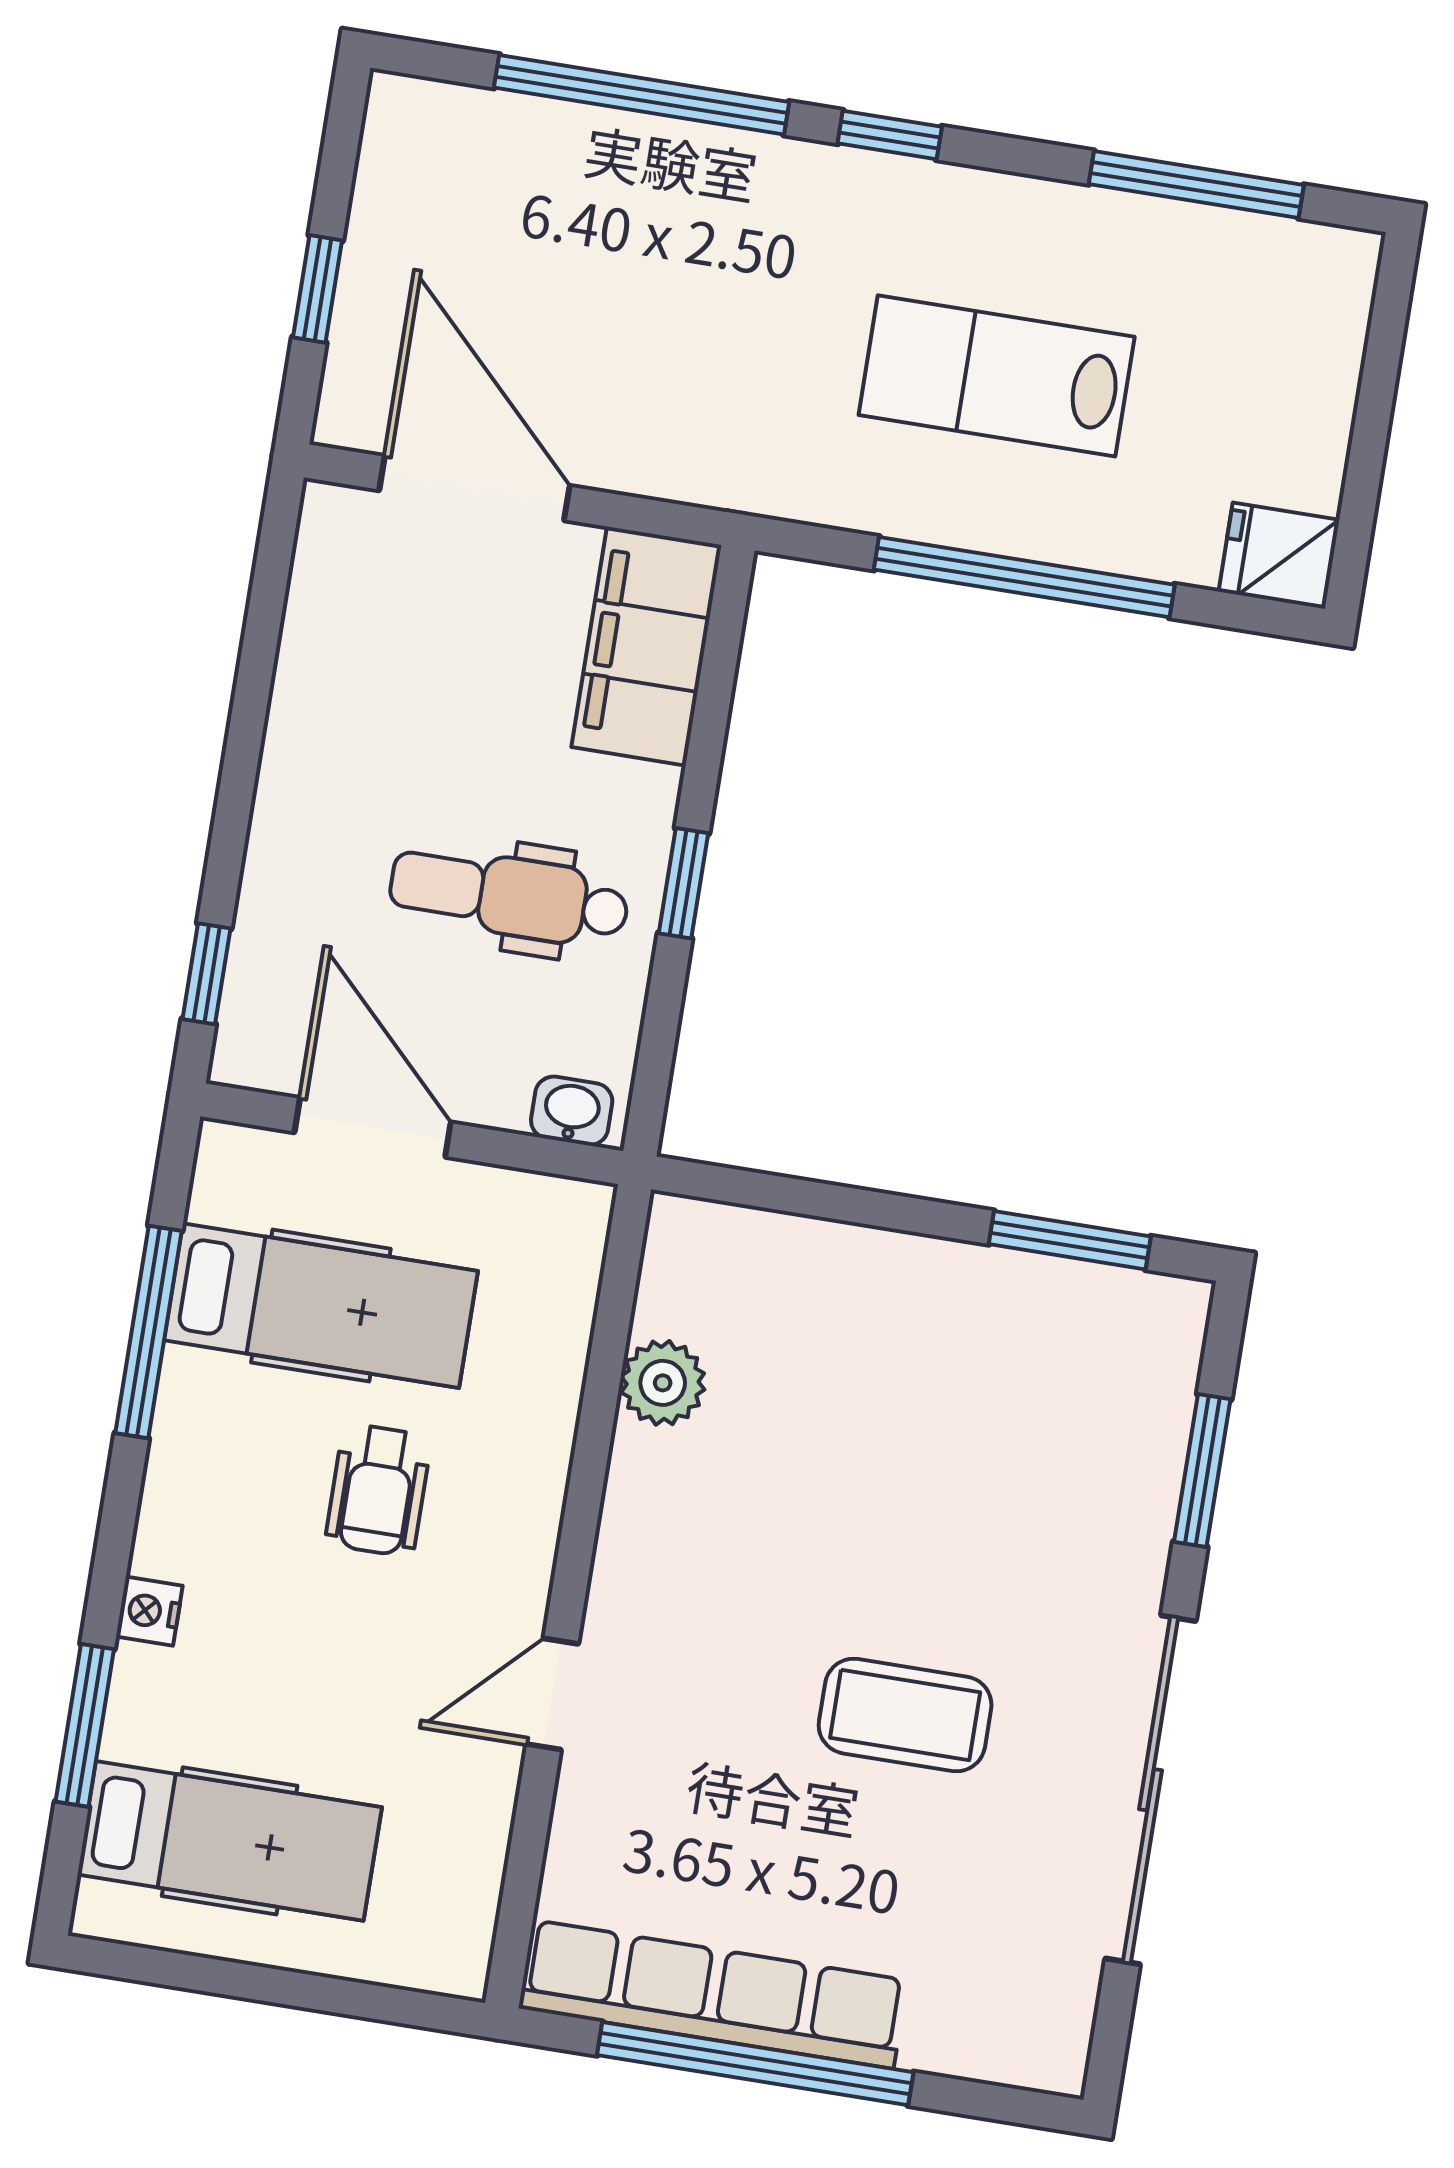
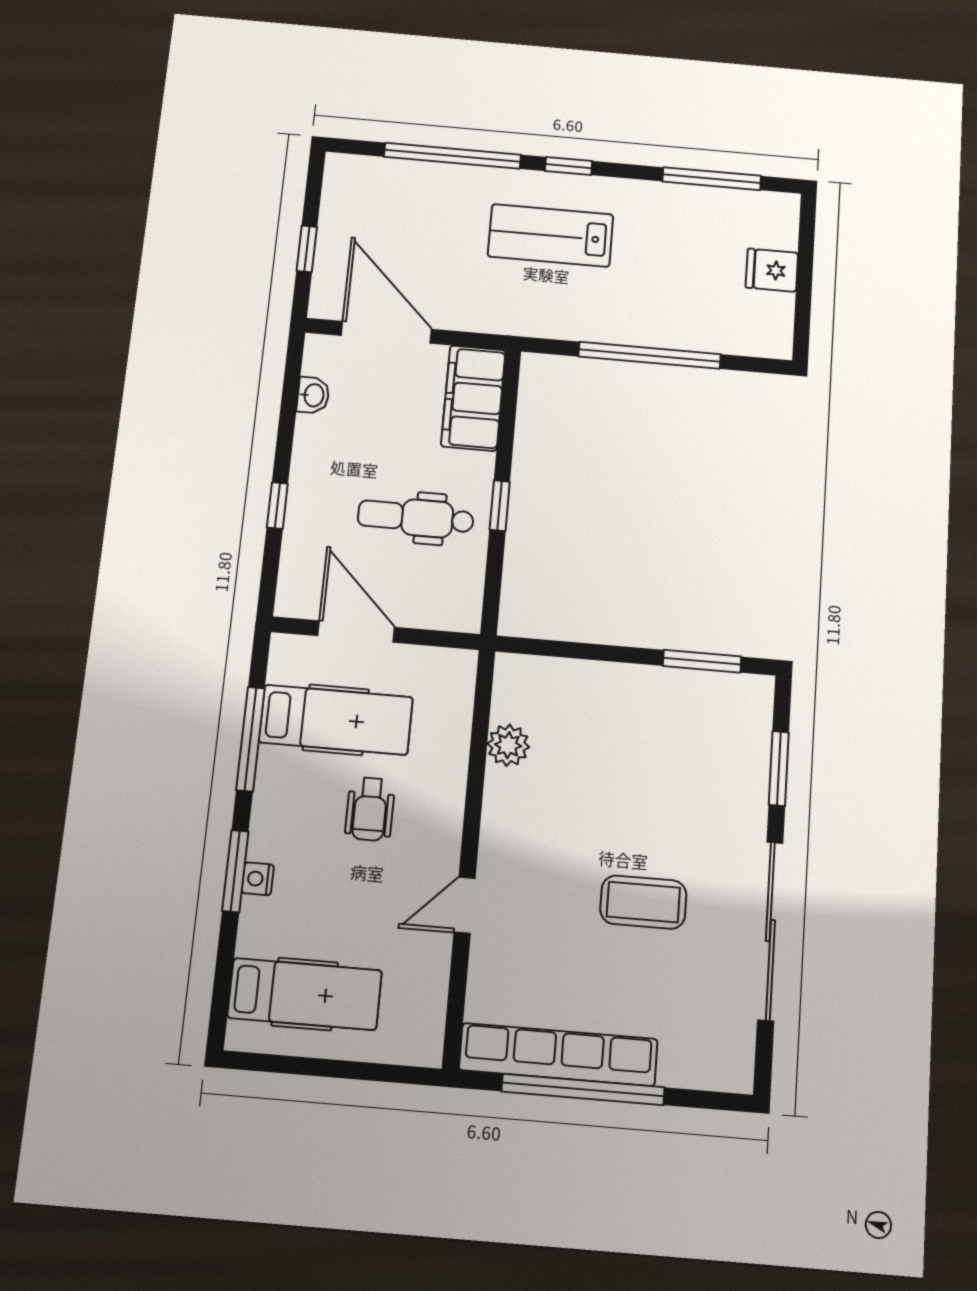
lab bench: (997, 376) -> (551, 235), moved
fridge: (1279, 556) -> (772, 270), moved
window: (207, 974) -> (277, 506), moved
washbasin: (572, 1111) -> (313, 395), moved, turned 90
window: (85, 1725) -> (235, 871), moved

